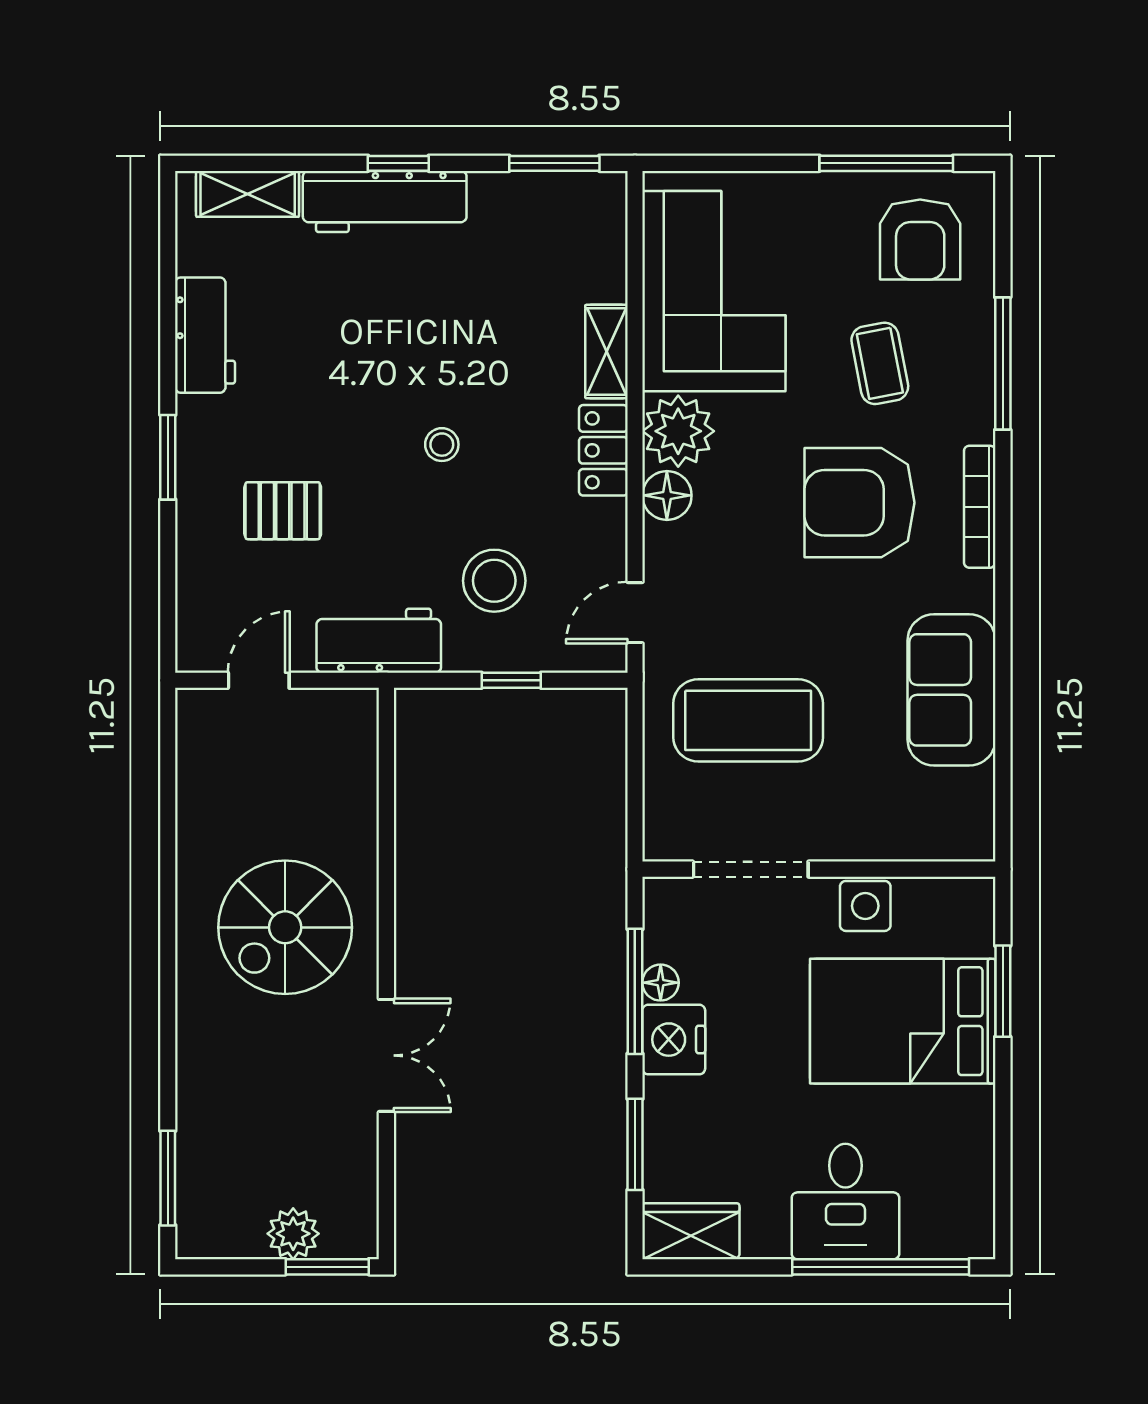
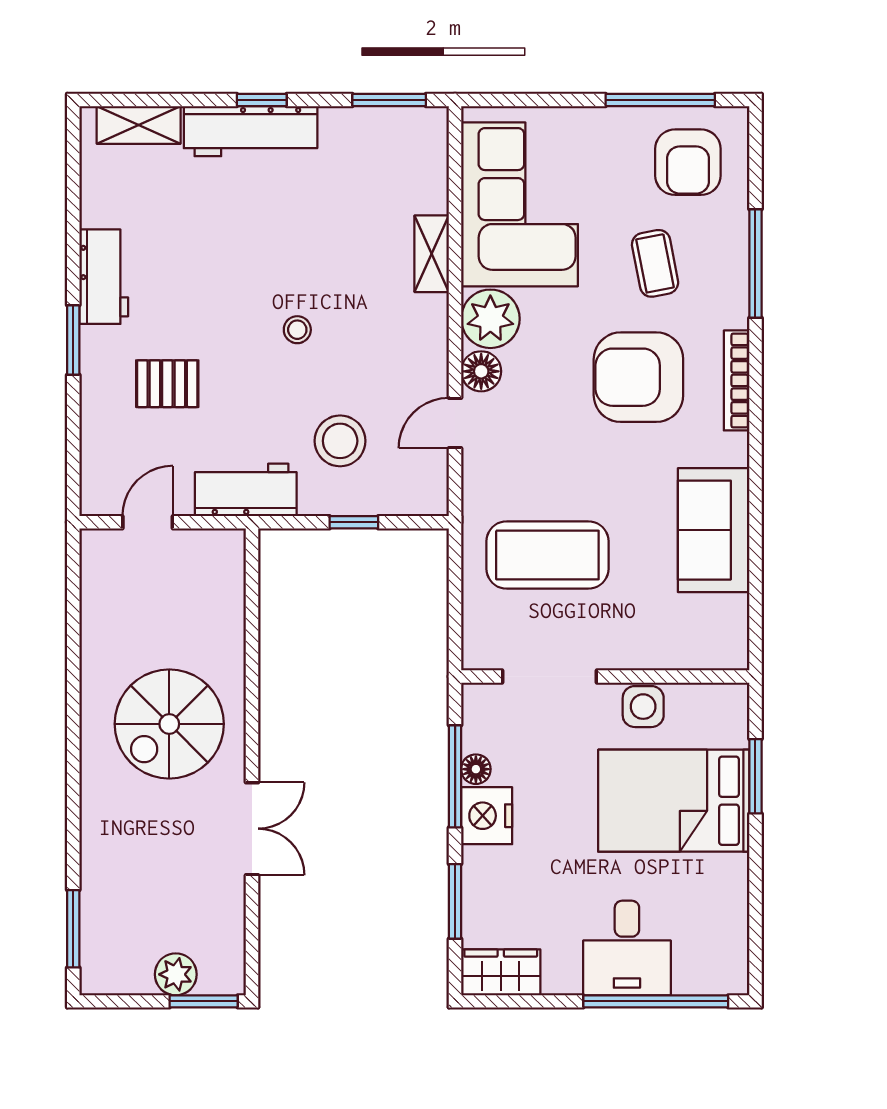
workbench: (205, 335) -> (104, 277), moved
locker: (603, 450) -> (429, 334), removed
door: (635, 613) -> (455, 423), moved

